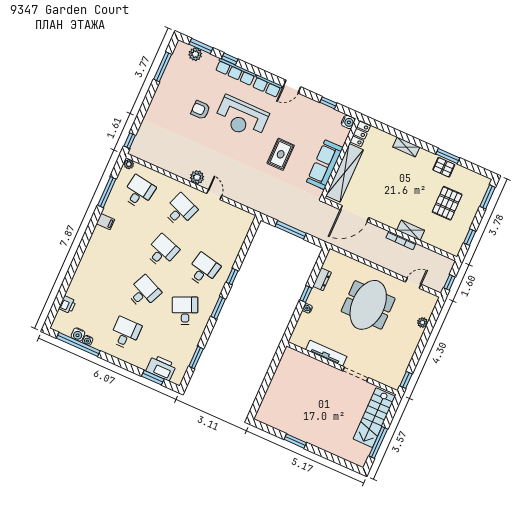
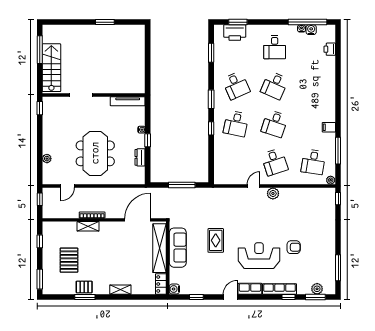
door: (214, 195) -> (254, 186), swing flipped
desk: (180, 210) -> (275, 162), turned -39
tv unit: (326, 353) -> (128, 101), moved

